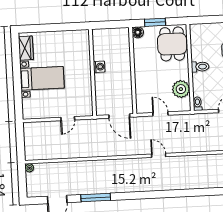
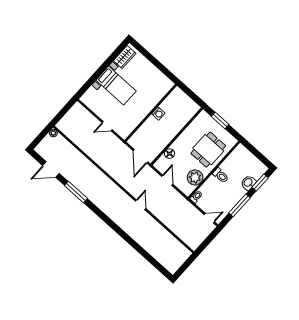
floor lamp: (138, 32) -> (169, 154), moved
dining table: (172, 44) -> (208, 150), moved

